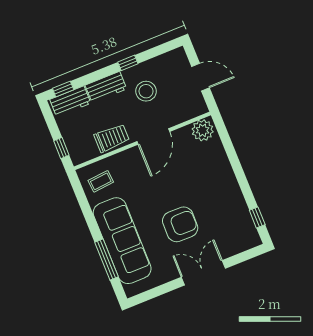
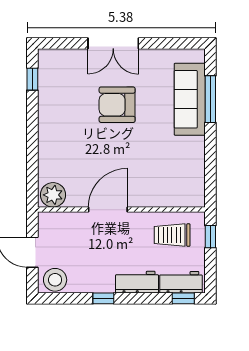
stool: (146, 91) -> (55, 280), moved
trolley: (112, 138) -> (172, 235), moved
coffee table: (101, 181) -> (183, 184), removed
sofa: (122, 241) -> (190, 99), width x0.74, depth x0.79

